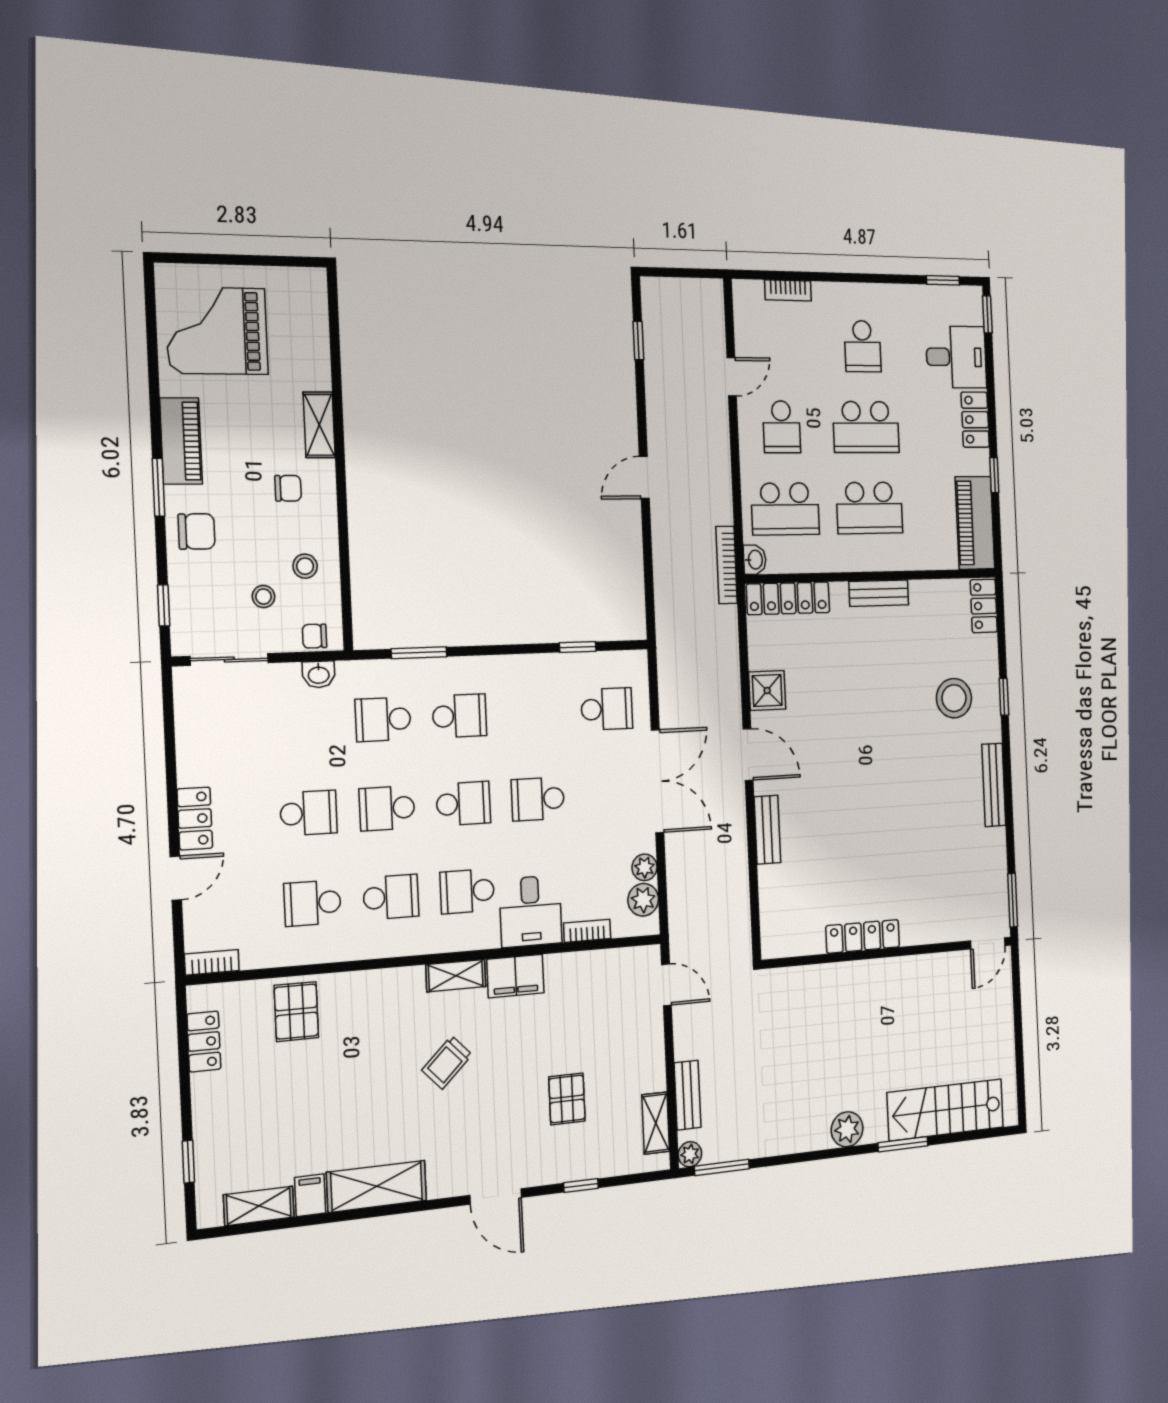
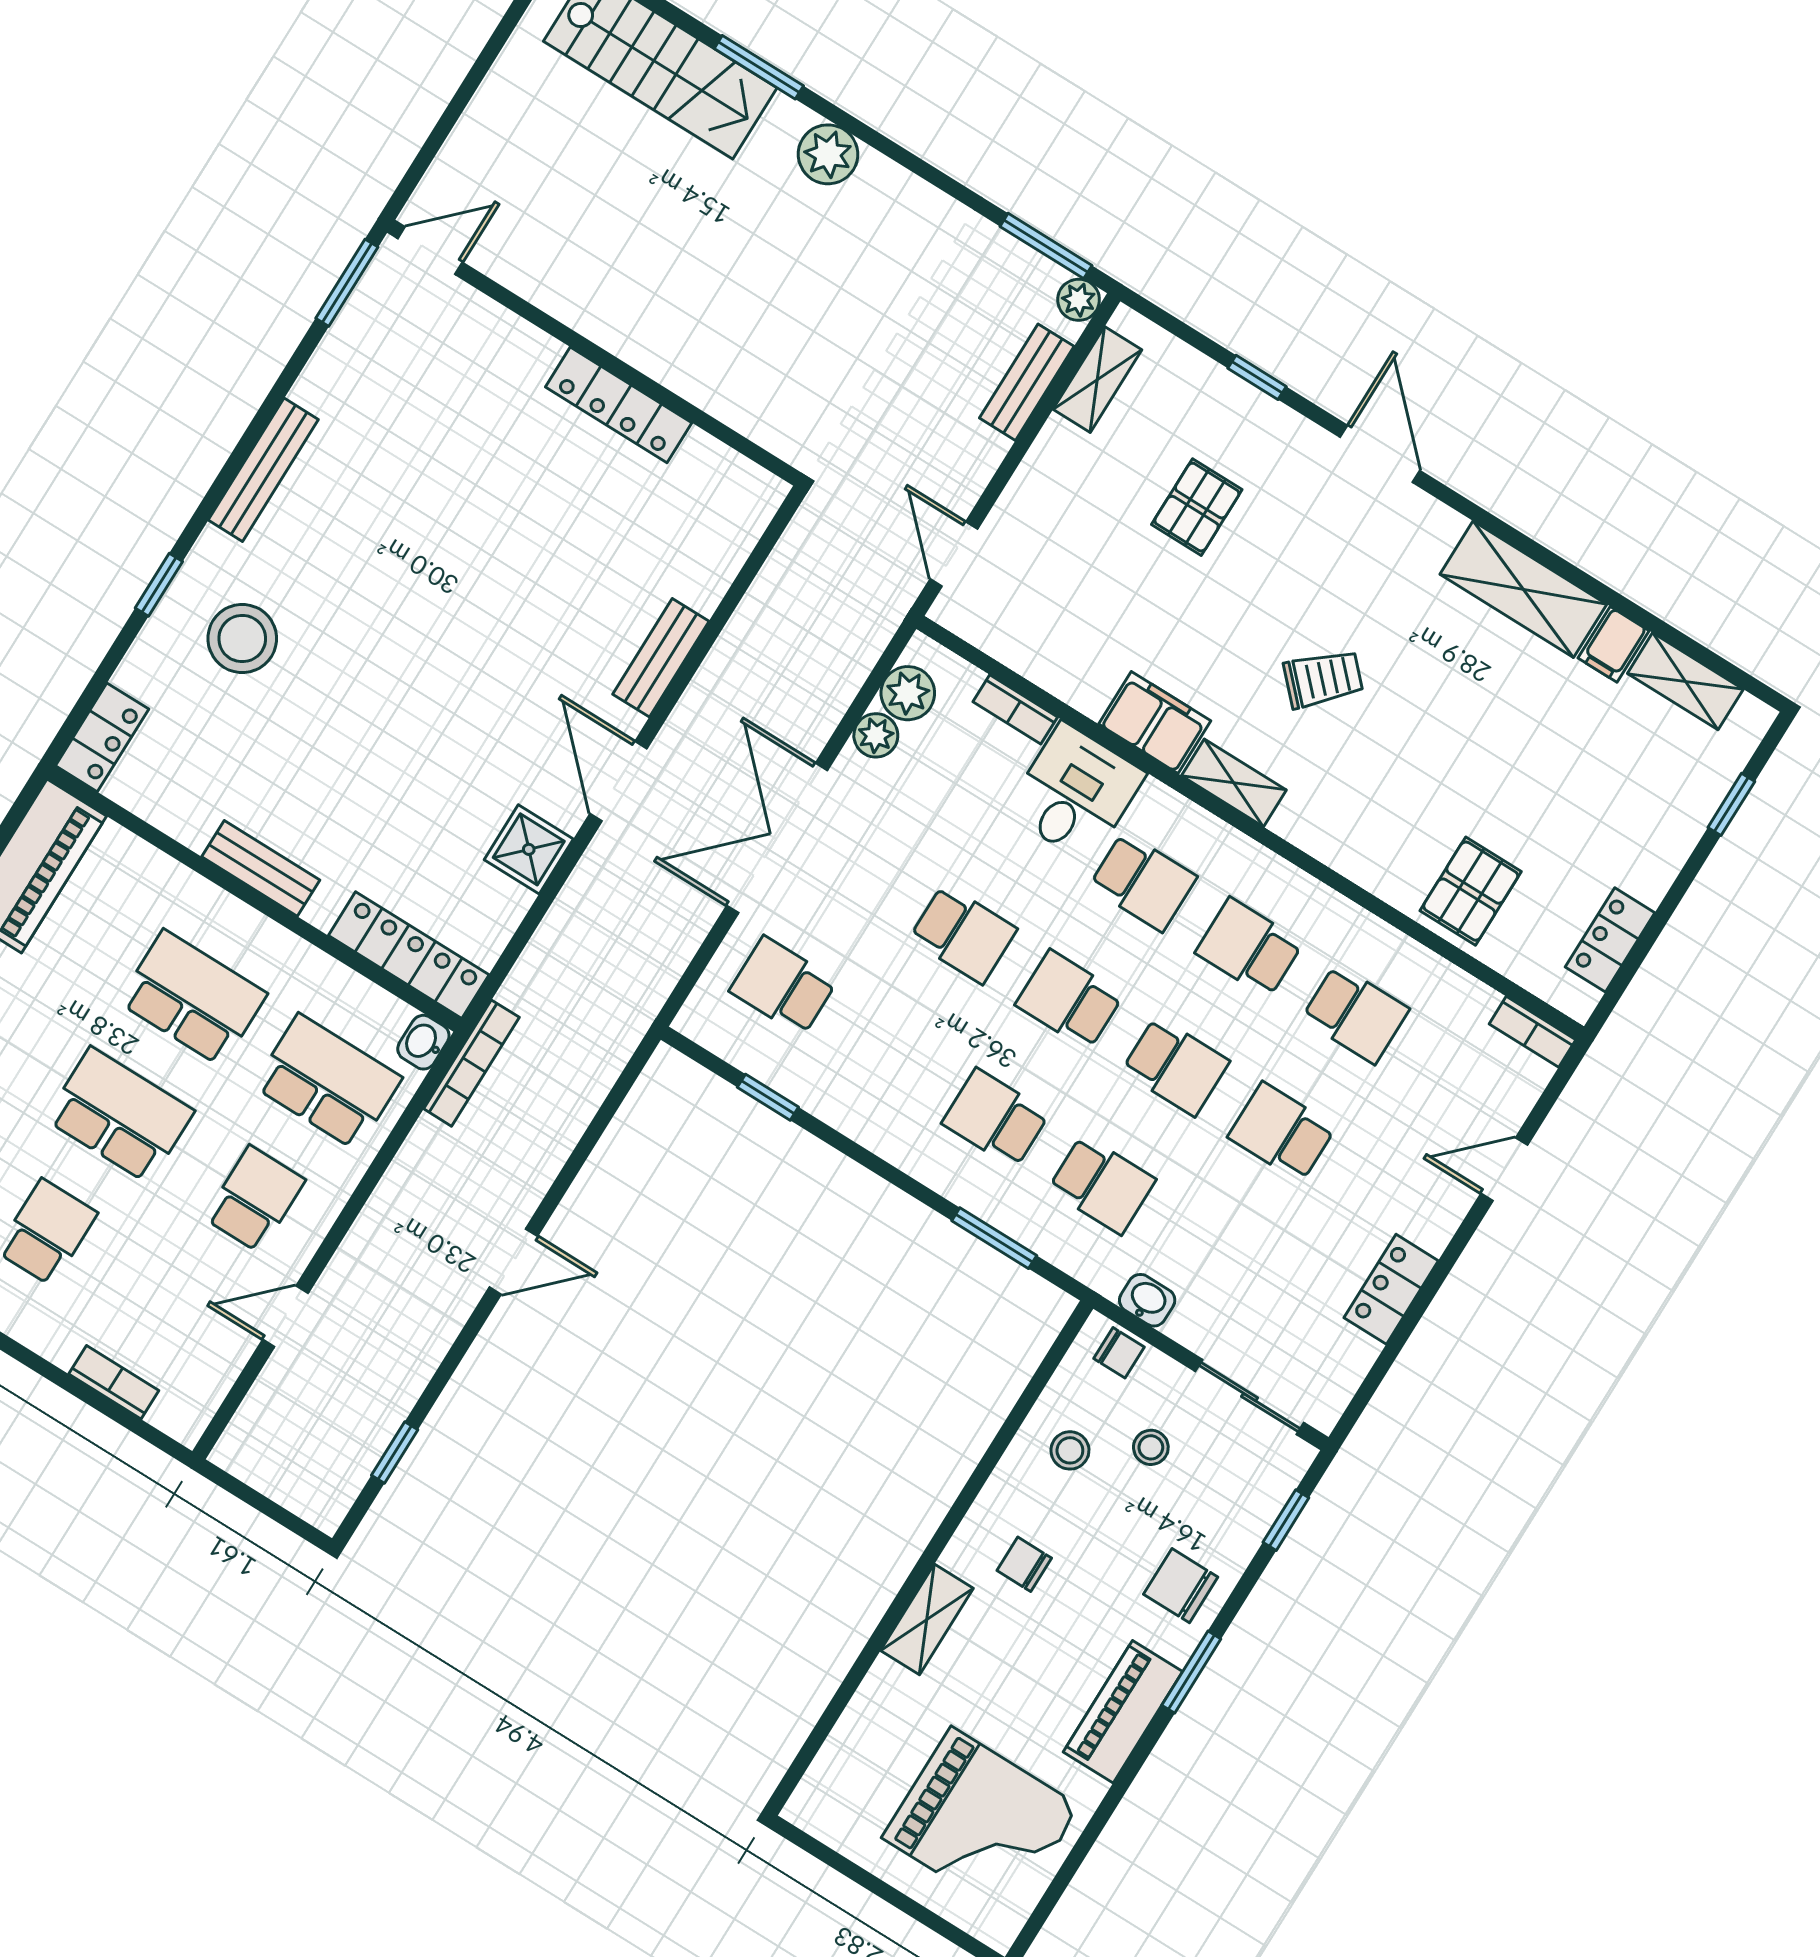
locker: (195, 819) -> (1391, 1289), moved

